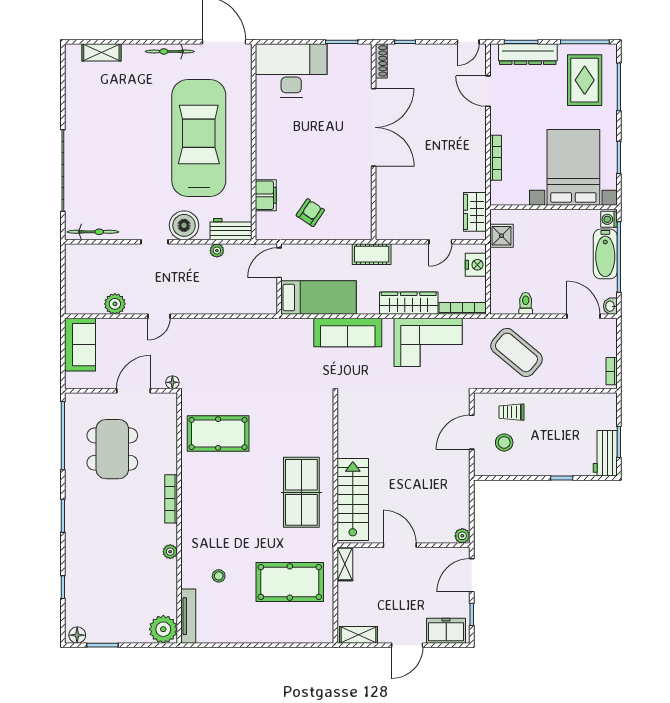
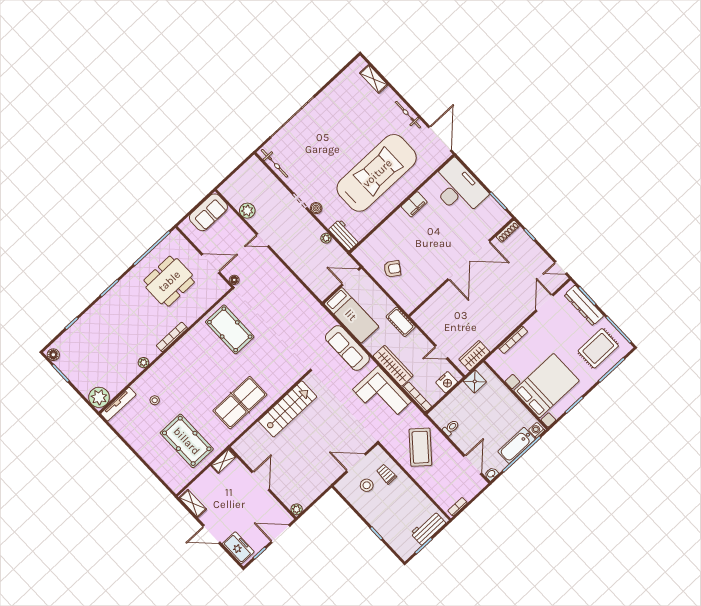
filing cabinet: (266, 195) -> (414, 204), moved
boiler: (184, 225) -> (316, 208), width x0.54, depth x0.54
workbench: (605, 453) -> (428, 528), moved
stairs: (353, 499) -> (288, 409), moved

